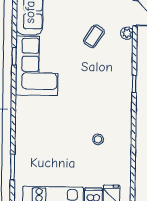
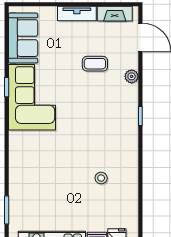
plant: (127, 33) -> (132, 76), moved
coffee table: (94, 36) -> (95, 64), turned 57

